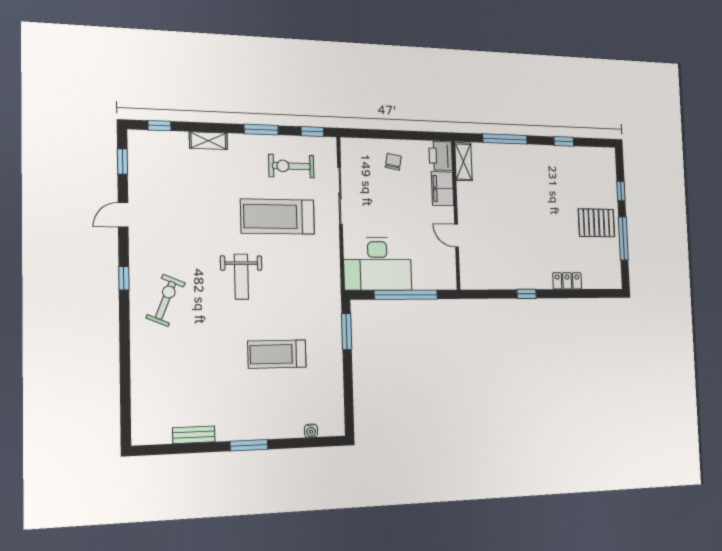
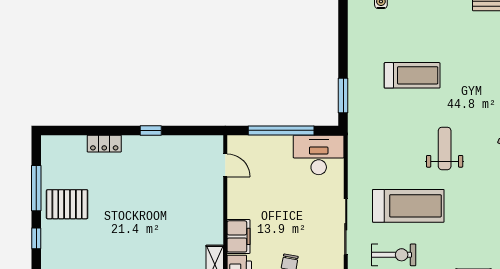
door: (457, 236) -> (225, 165), moved
desk: (378, 264) -> (319, 155), width x0.73, depth x0.77

